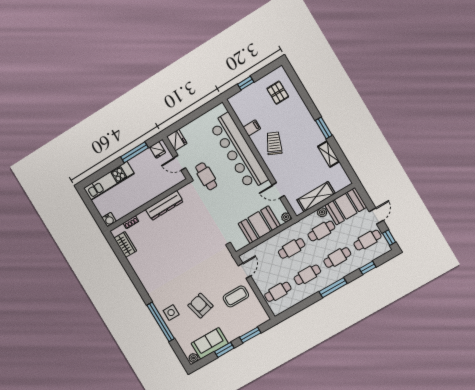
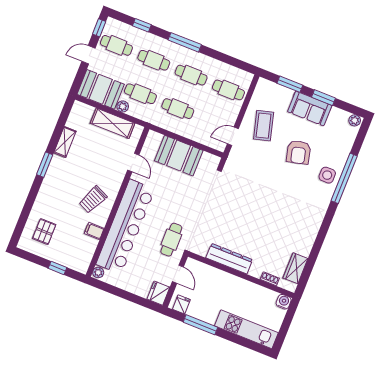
plant: (286, 217) -> (98, 272), moved
coffee table: (236, 296) -> (264, 126), turned 75
sofa: (210, 343) -> (310, 109), moved

